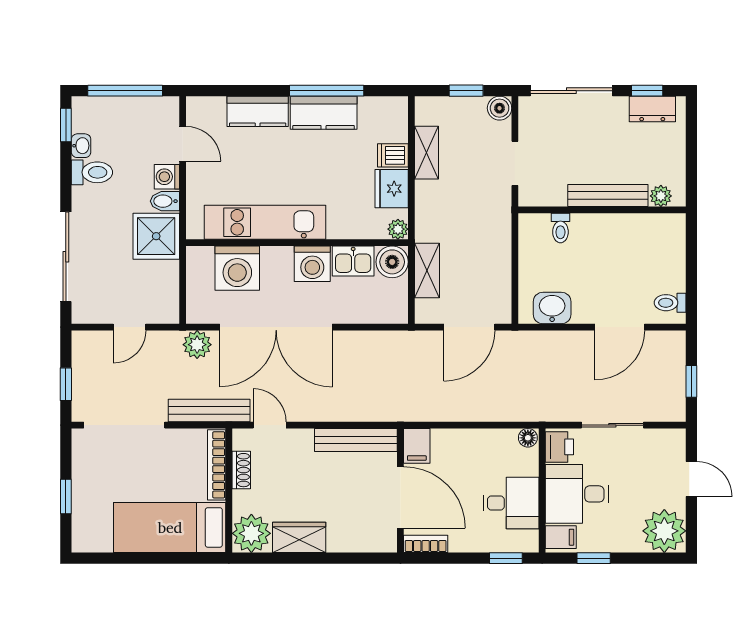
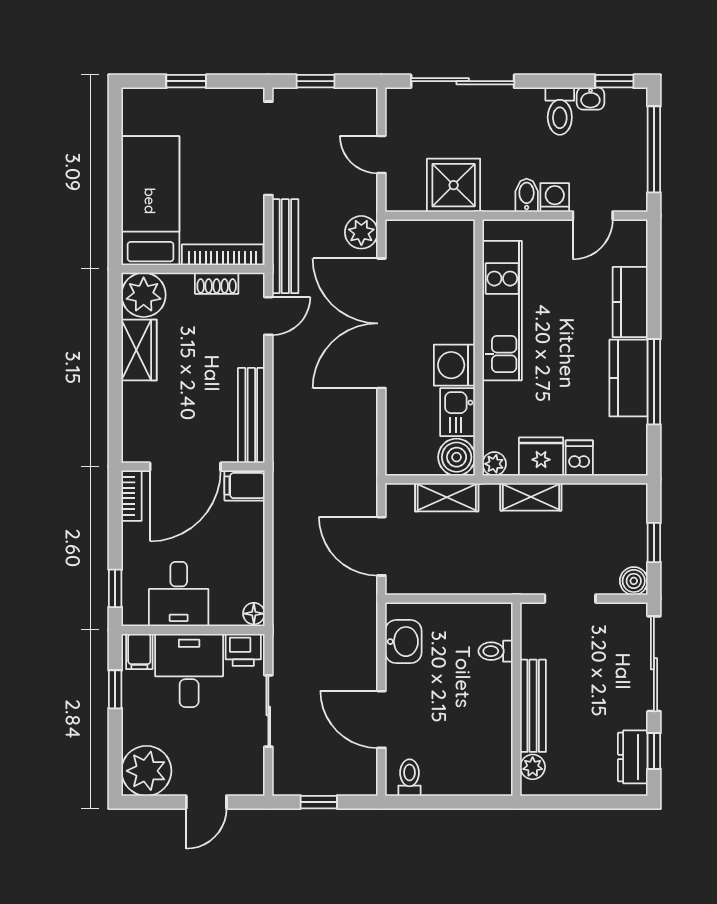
shelving: (427, 153) -> (531, 497), moved
shower: (156, 236) -> (454, 185), moved
washing machine: (237, 268) -> (449, 279), removed

